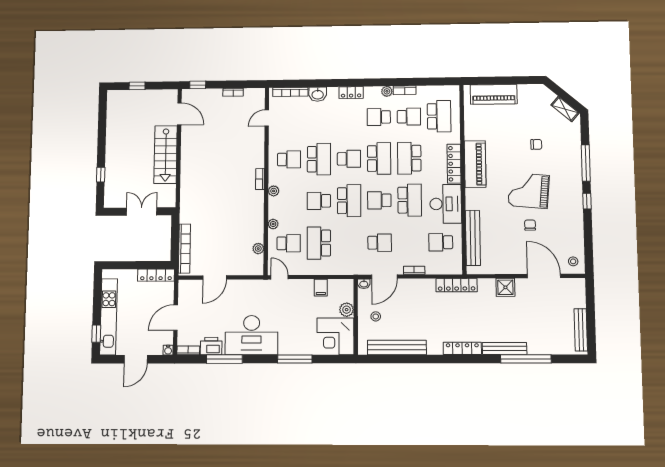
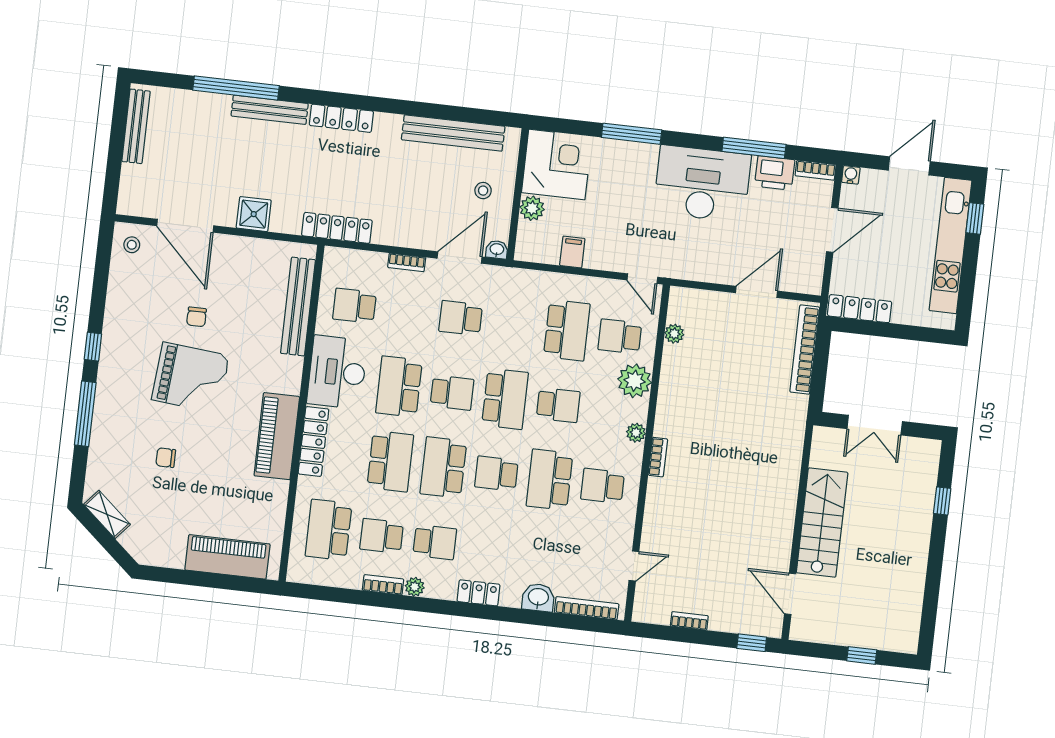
school desk: (349, 201) -> (505, 399), turned 180
plant: (273, 224) -> (635, 381), width x1.88, depth x1.88
school desk: (441, 242) -> (355, 306), turned 180

